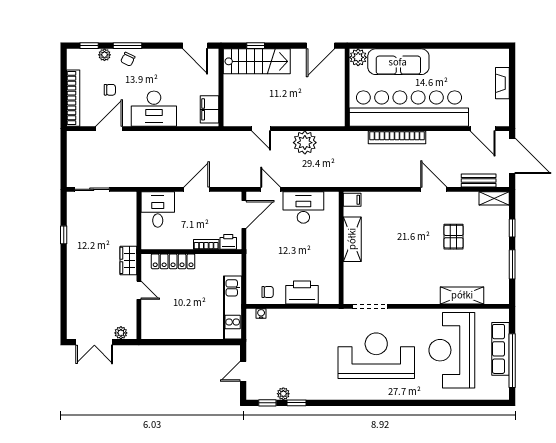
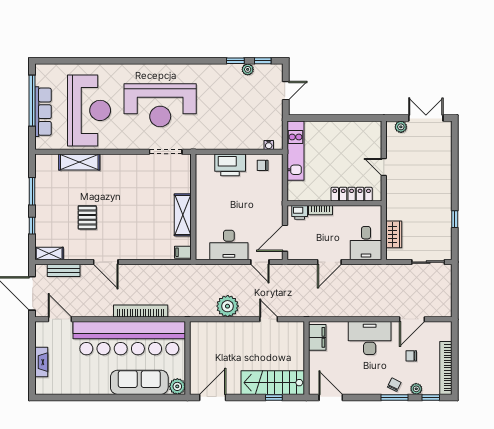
bookcase: (73, 98) -> (446, 368), moved
wardrobe: (128, 260) -> (394, 234), moved

